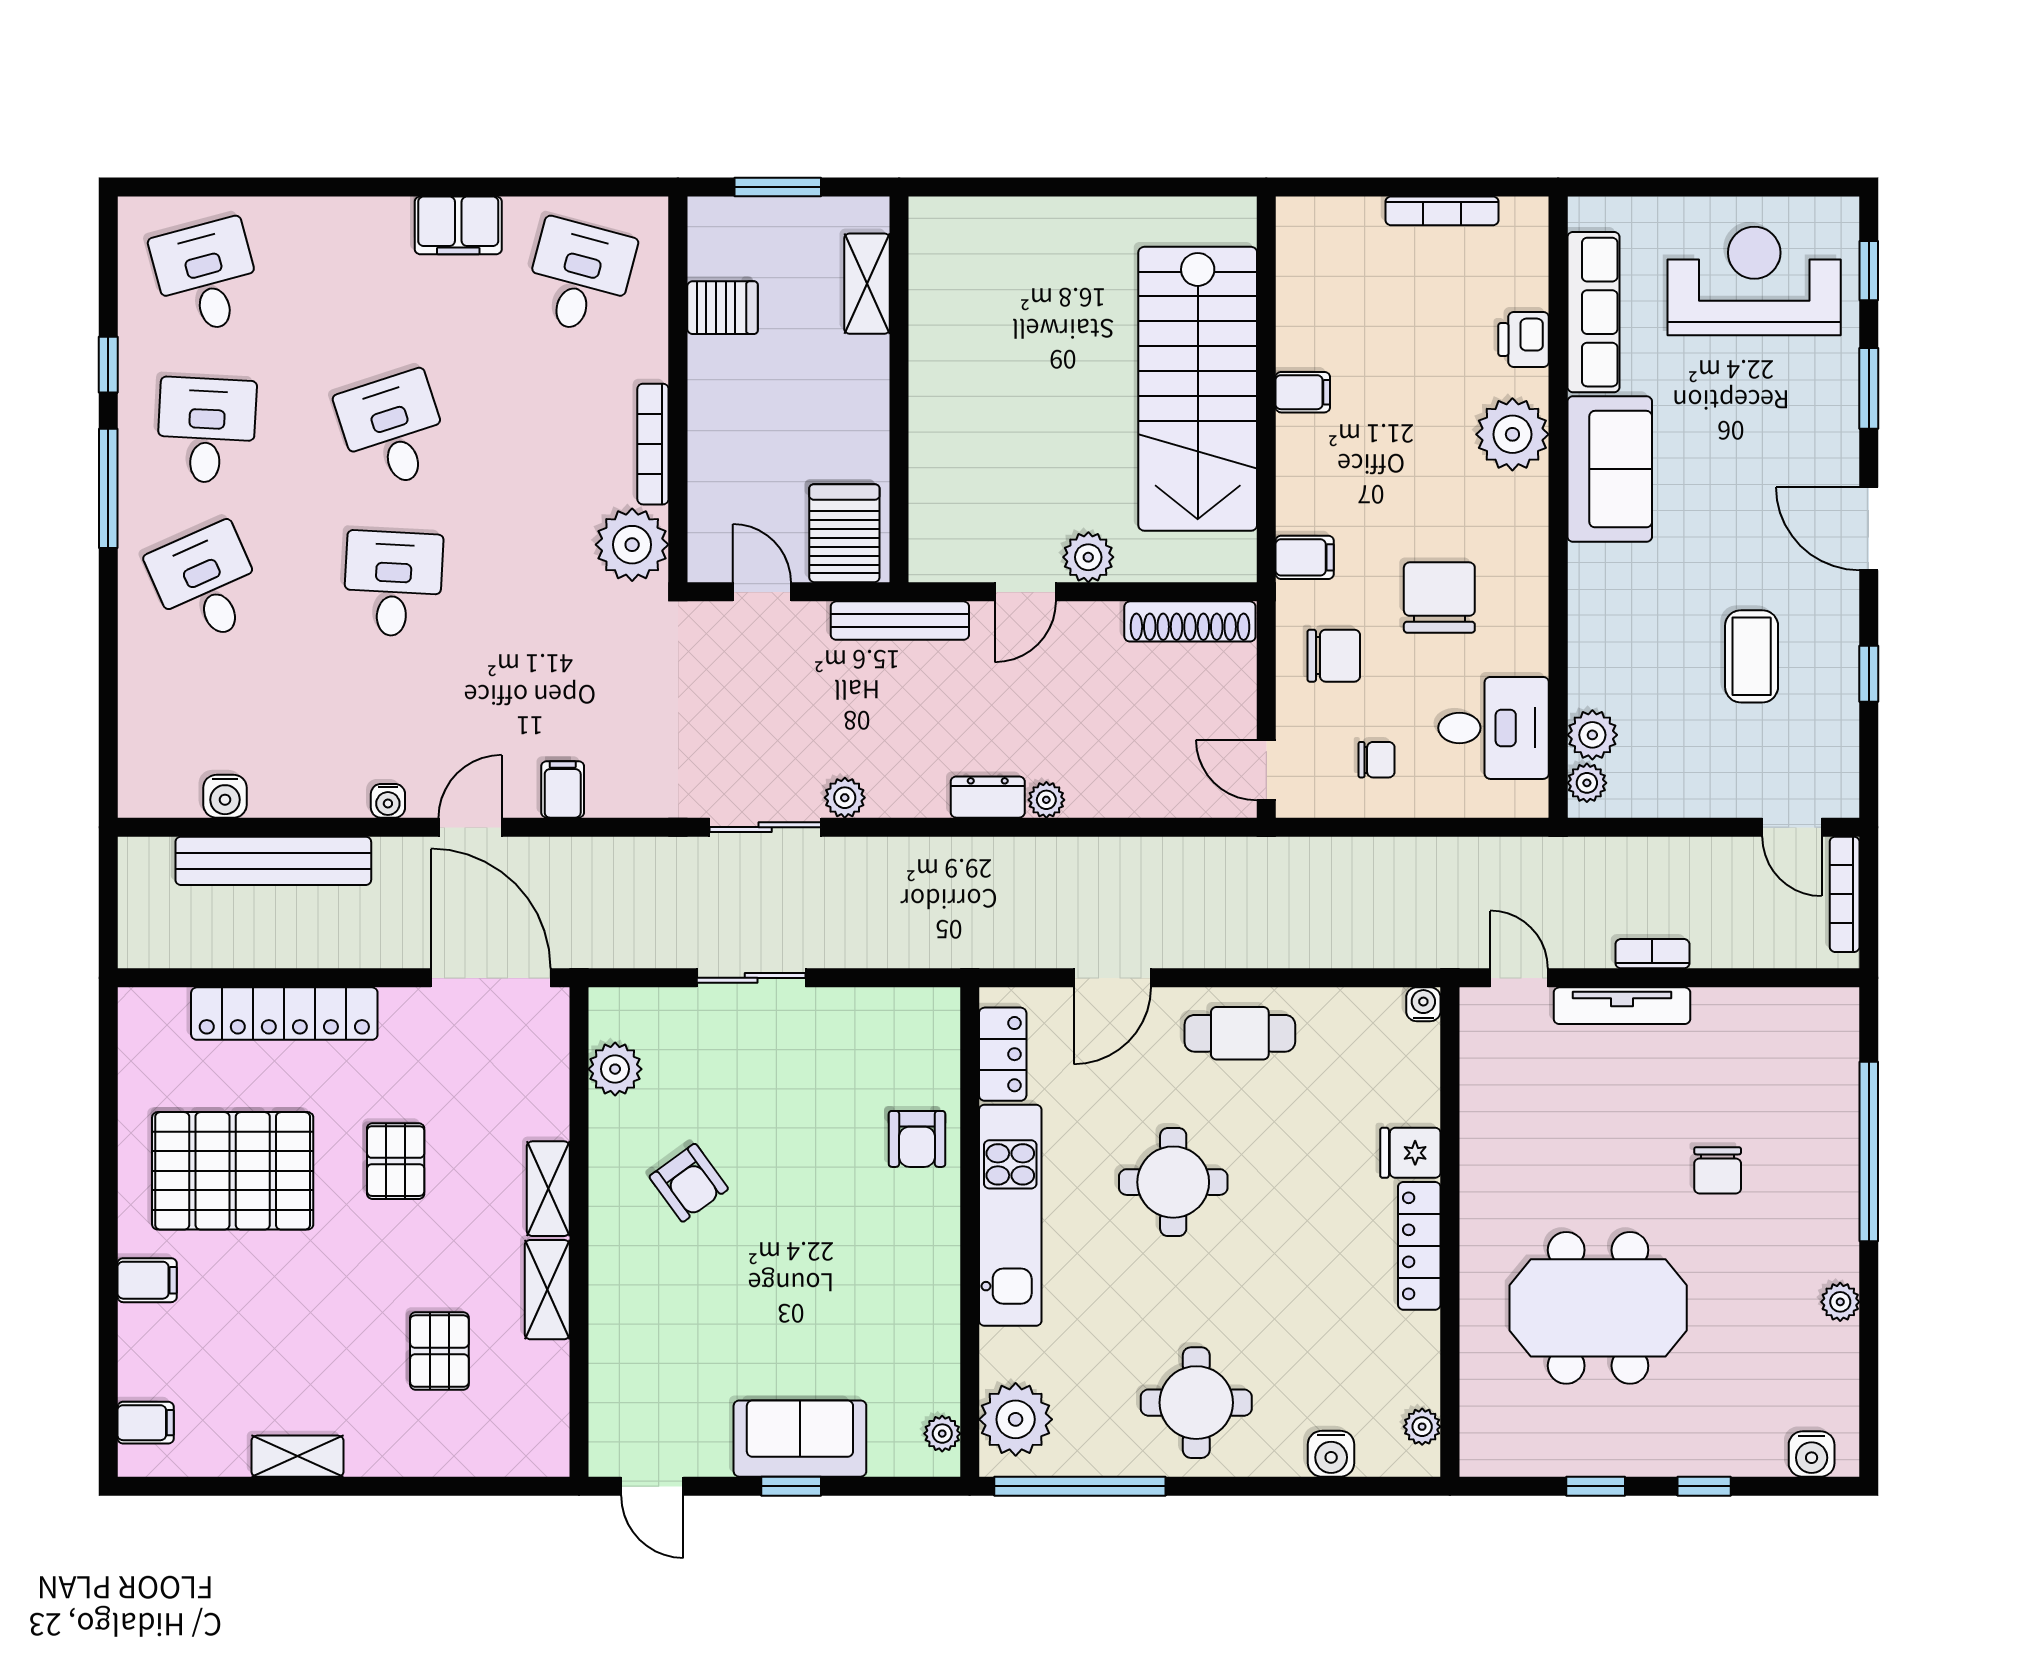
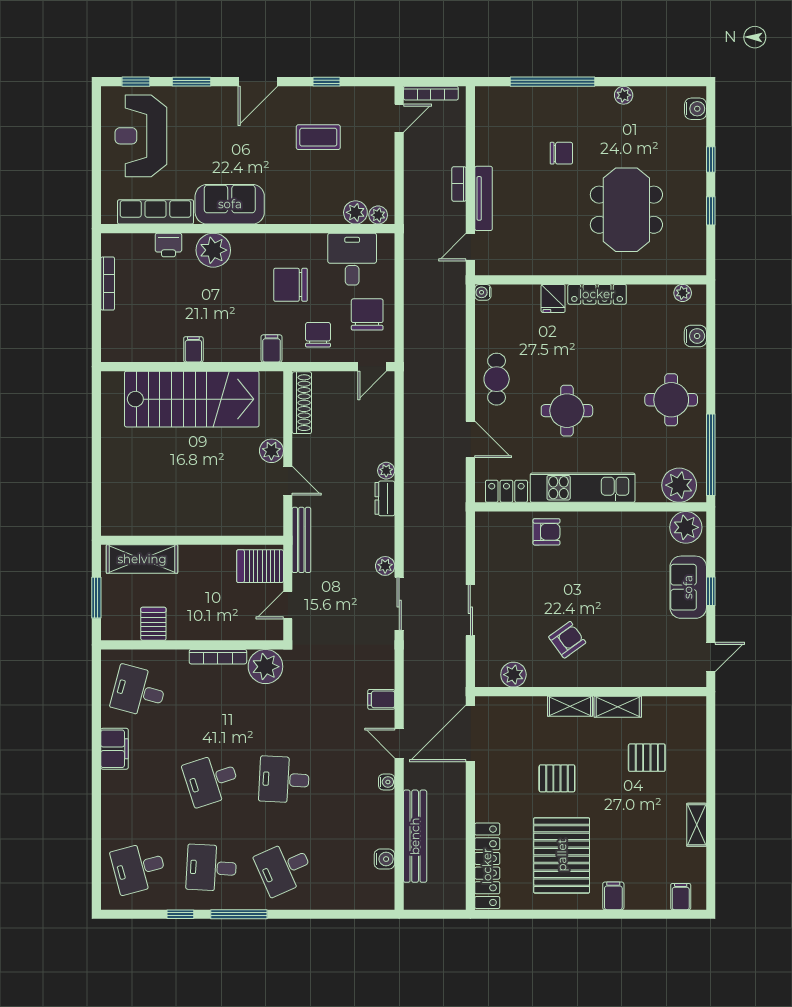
shelving: (867, 284) -> (142, 559), width x1.50, depth x1.33
chair: (1377, 760) -> (367, 314), width x1.87, depth x1.87
locker: (284, 1014) -> (487, 866), moved
plant: (942, 1434) -> (686, 527), width x1.87, depth x1.87

